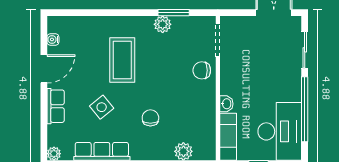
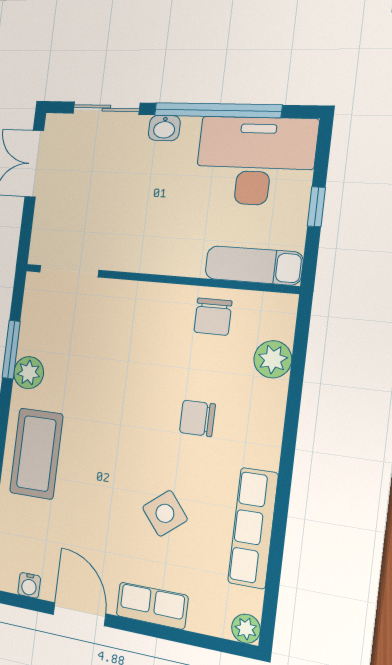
coffee table: (122, 60) -> (36, 453), moved, turned 90
chair: (202, 70) -> (213, 317), moved
washbasin: (226, 104) -> (164, 128), moved, turned 180

